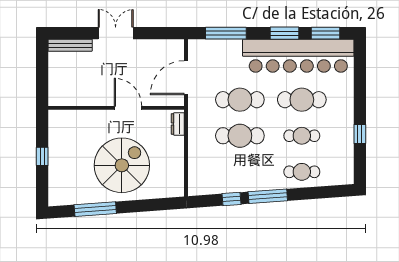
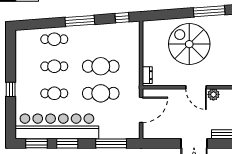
plant: (90, 98) -> (213, 94), added
cafe table: (302, 100) -> (54, 93), width x0.73, depth x0.74
door: (128, 108) -> (196, 87), moved
window: (360, 134) -> (11, 89), moved
spiral stairs: (122, 165) -> (189, 44), turned 90
window: (231, 199) -> (122, 18), moved

